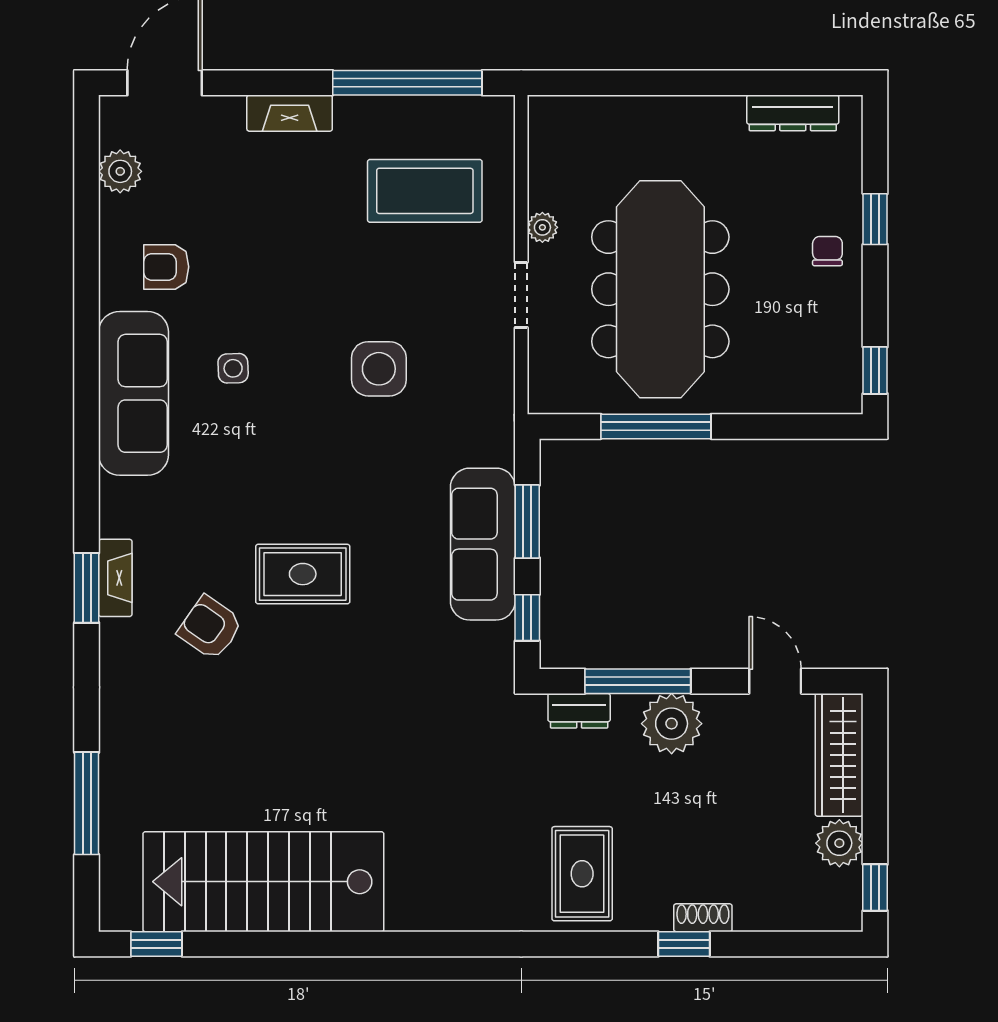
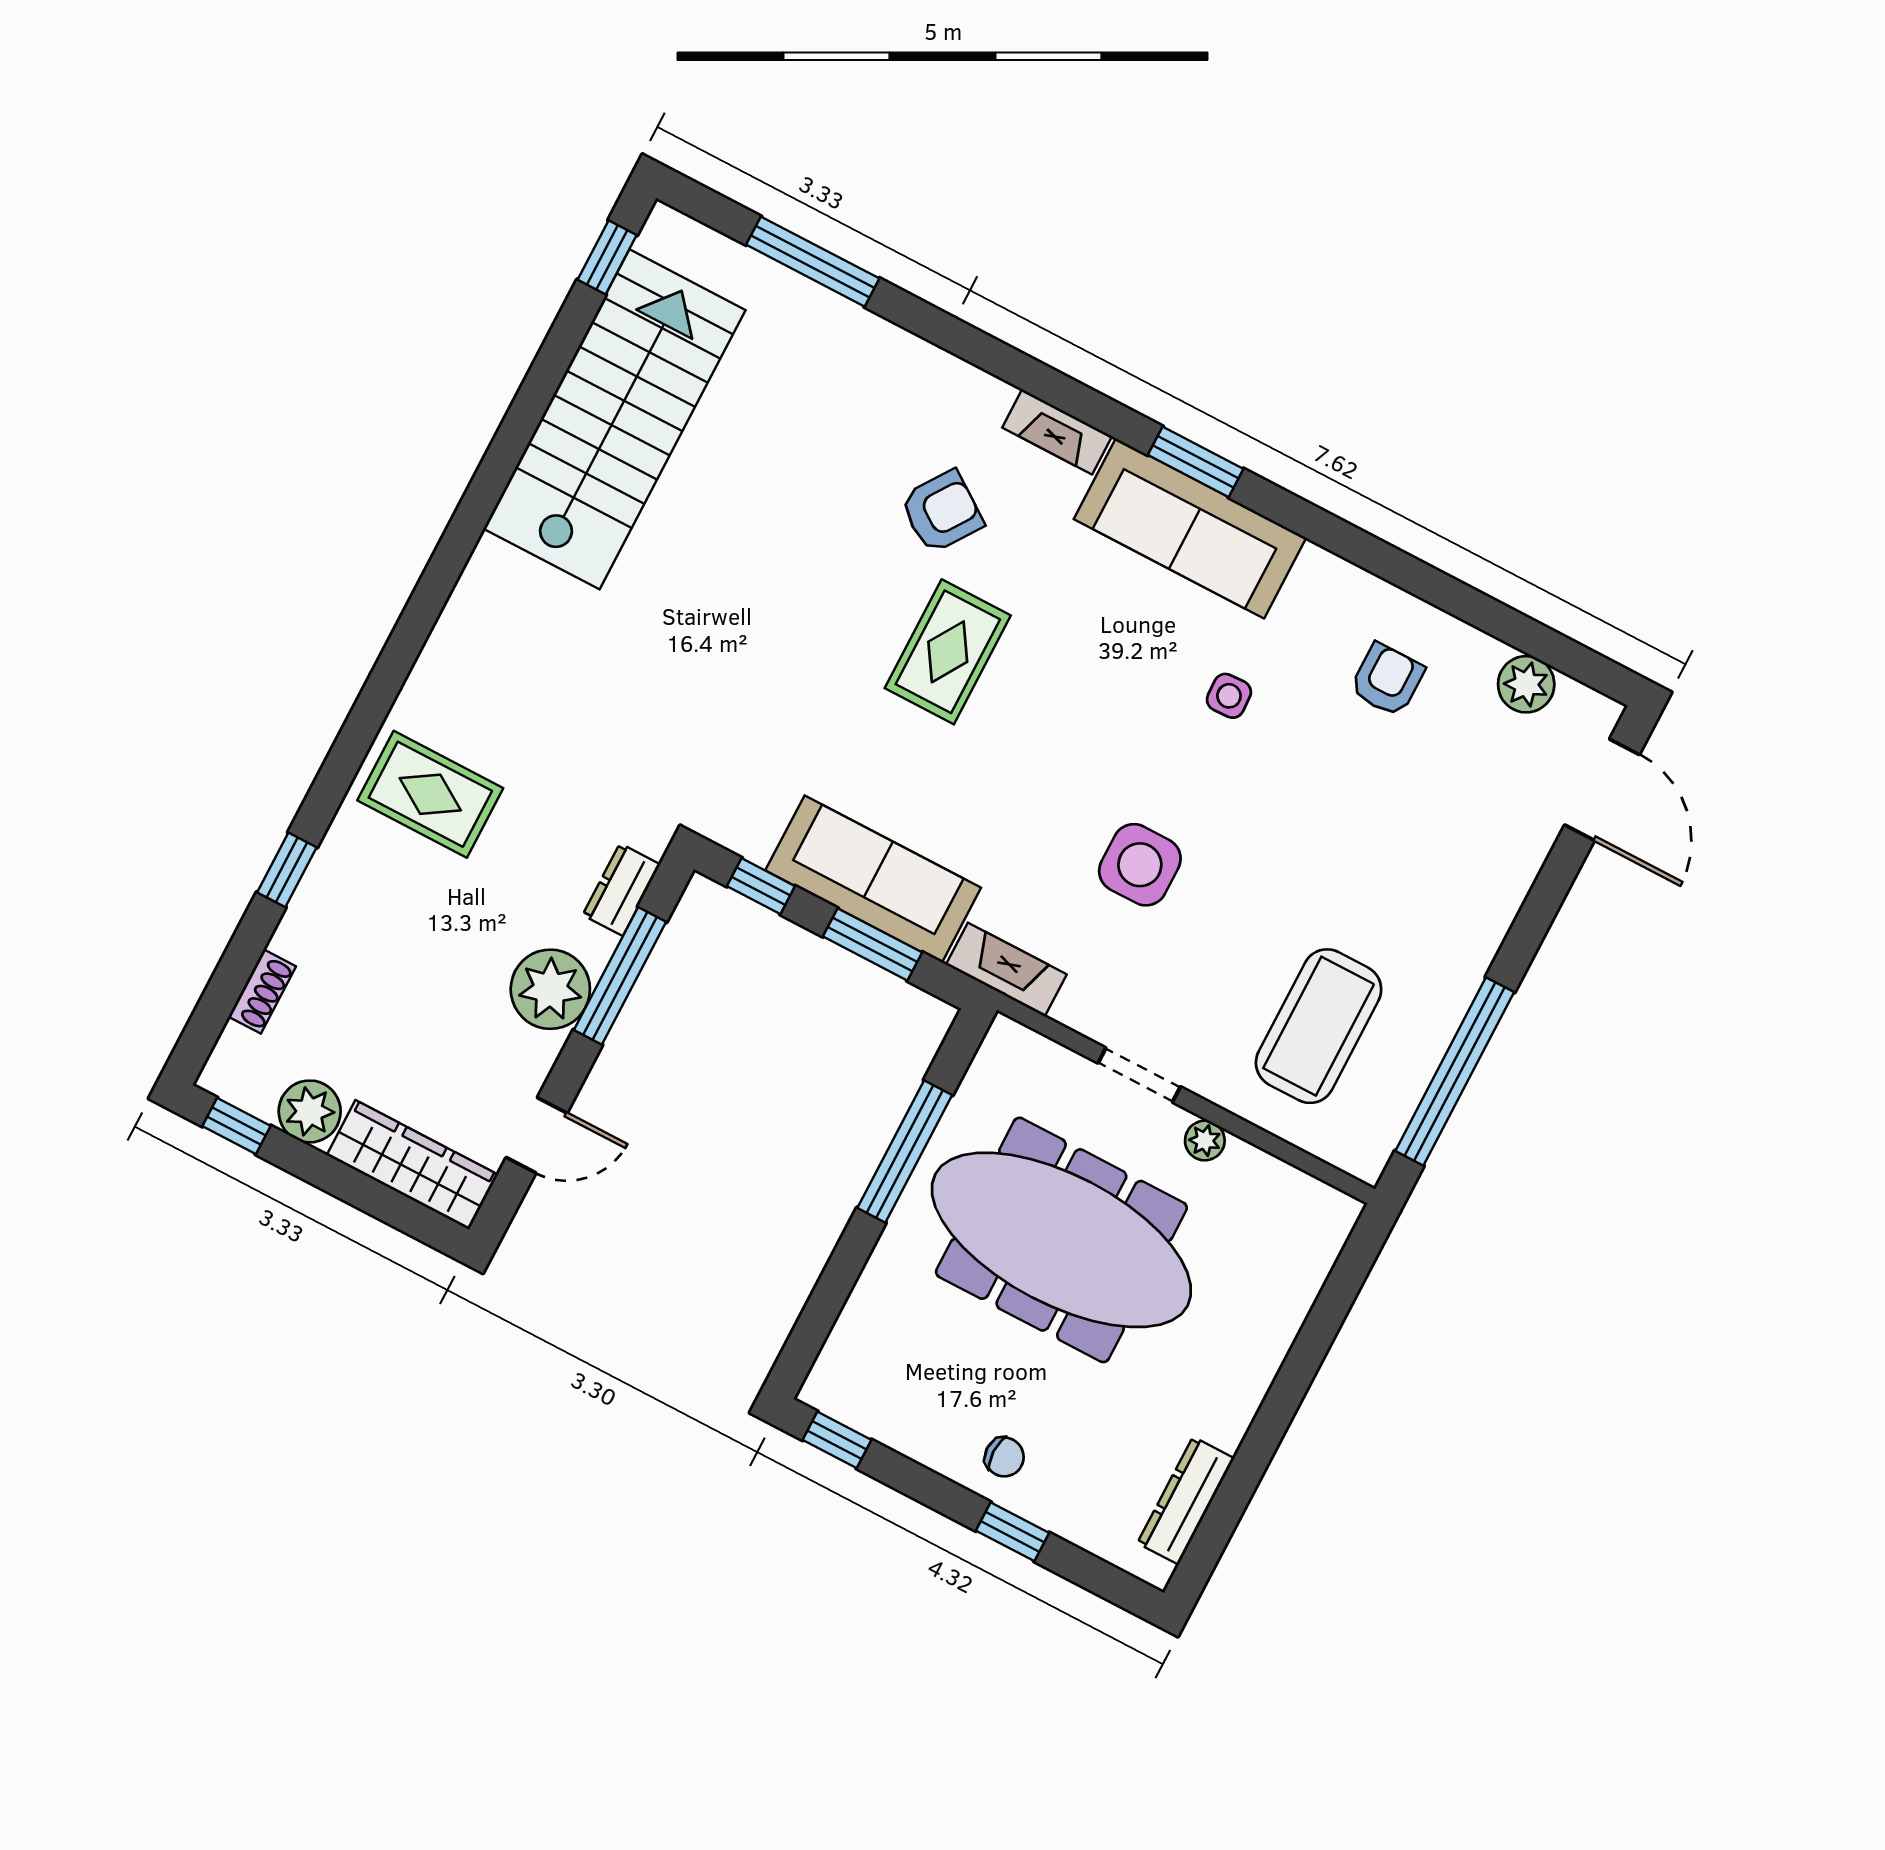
fireplace: (290, 113) -> (1006, 970), moved, turned 90
sofa: (134, 393) -> (1190, 528), moved
window: (87, 588) -> (1196, 462), moved
shoe rack: (703, 918) -> (262, 991), moved

